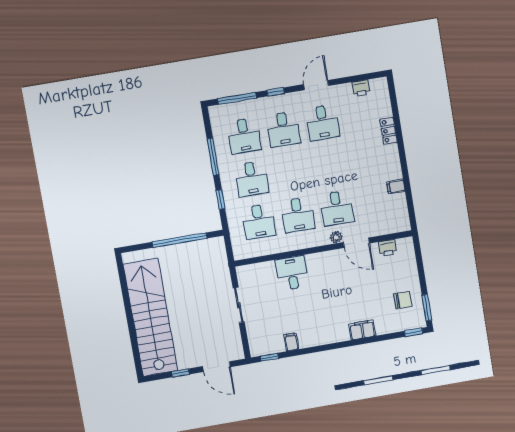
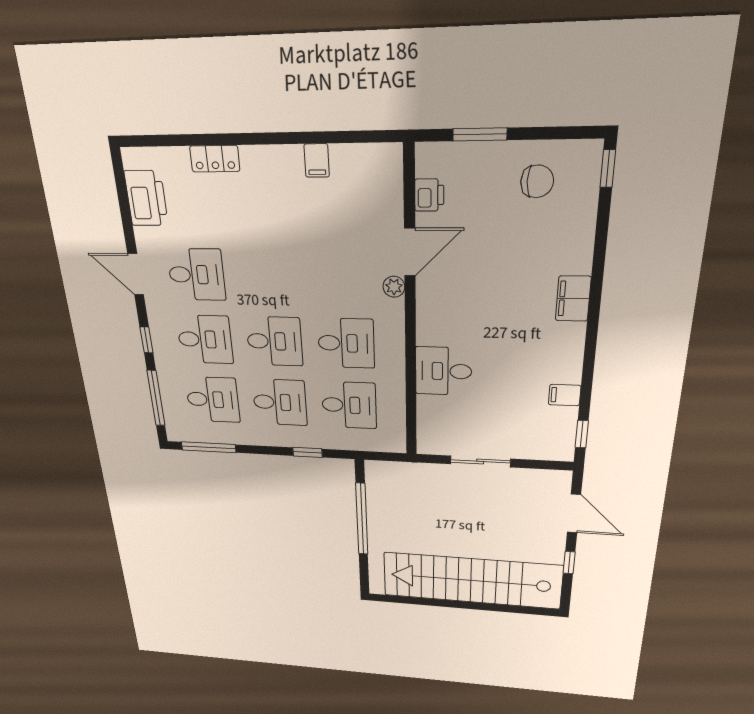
printer: (361, 88) -> (146, 198), width x1.87, depth x1.48
window: (213, 157) -> (209, 447), moved
desk: (337, 208) -> (274, 341), moved
chair: (403, 300) -> (537, 181), turned 90
window: (427, 308) -> (480, 134), moved
filing cabinet: (362, 330) -> (573, 299), moved
door: (216, 367) -> (574, 513), hinge flipped

